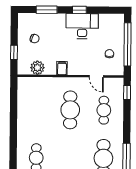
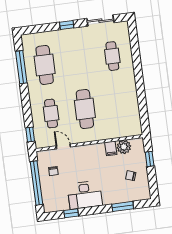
window: (79, 10) -> (71, 213), moved
filing cabinet: (62, 68) -> (111, 148), moved

